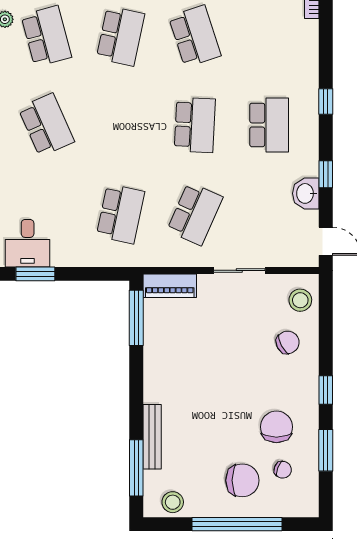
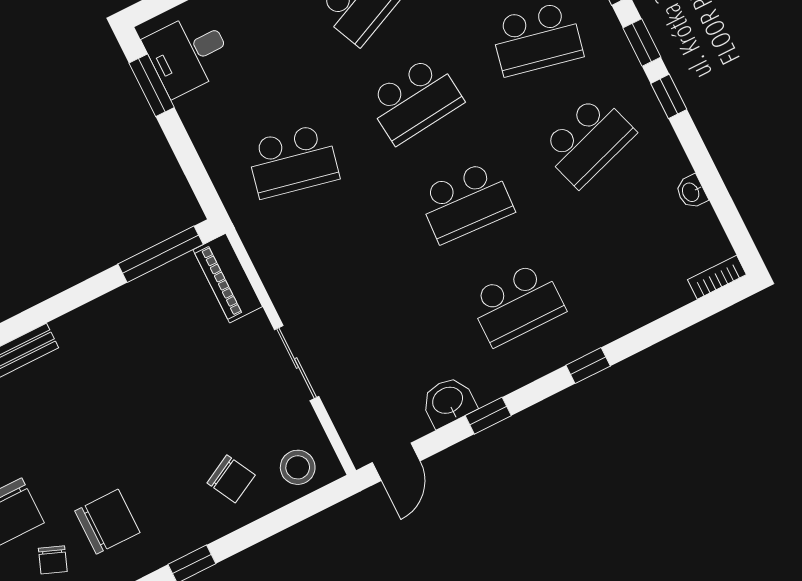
school desk: (195, 214) -> (415, 100), moved, turned -30

